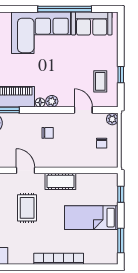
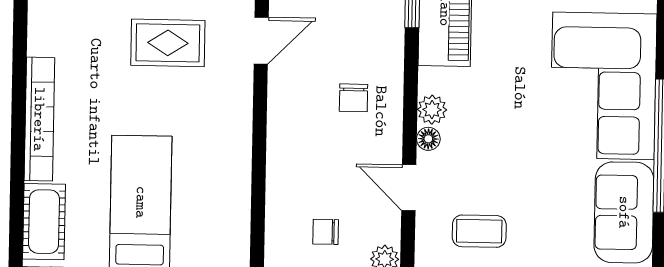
floor lamp: (40, 103) -> (428, 139), moved
door: (83, 110) -> (409, 188), swing flipped
cot: (60, 181) -> (44, 222), moved

